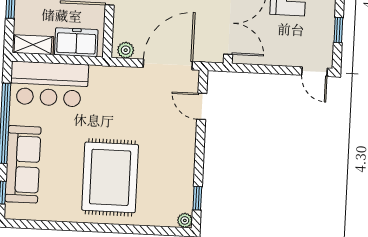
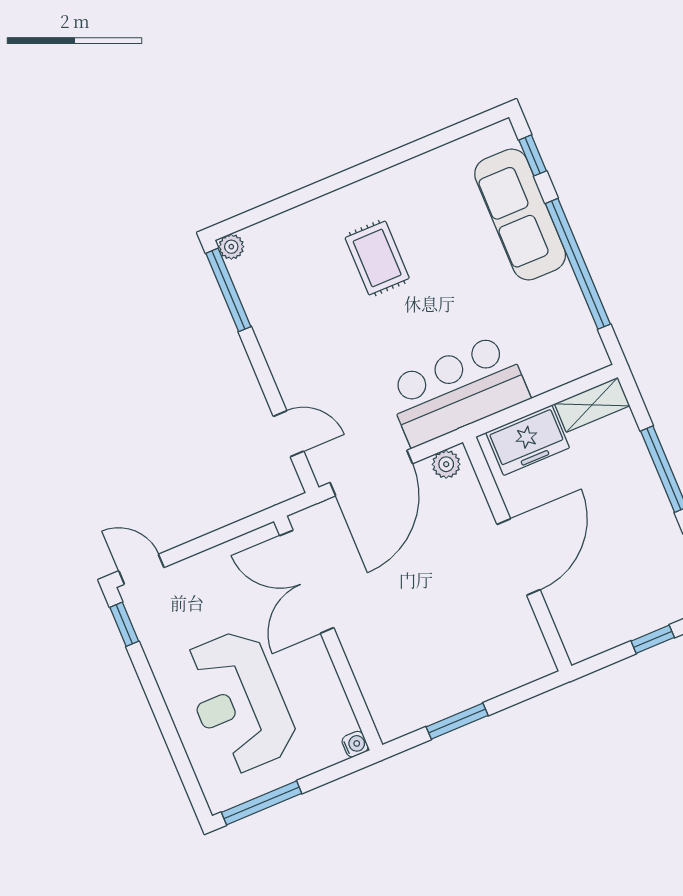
window: (338, 30) -> (124, 624), moved
bar counter: (49, 84) -> (457, 390), moved
rug: (110, 177) -> (377, 258), width x0.54, depth x0.49
window: (197, 198) -> (228, 290), width x2.17

